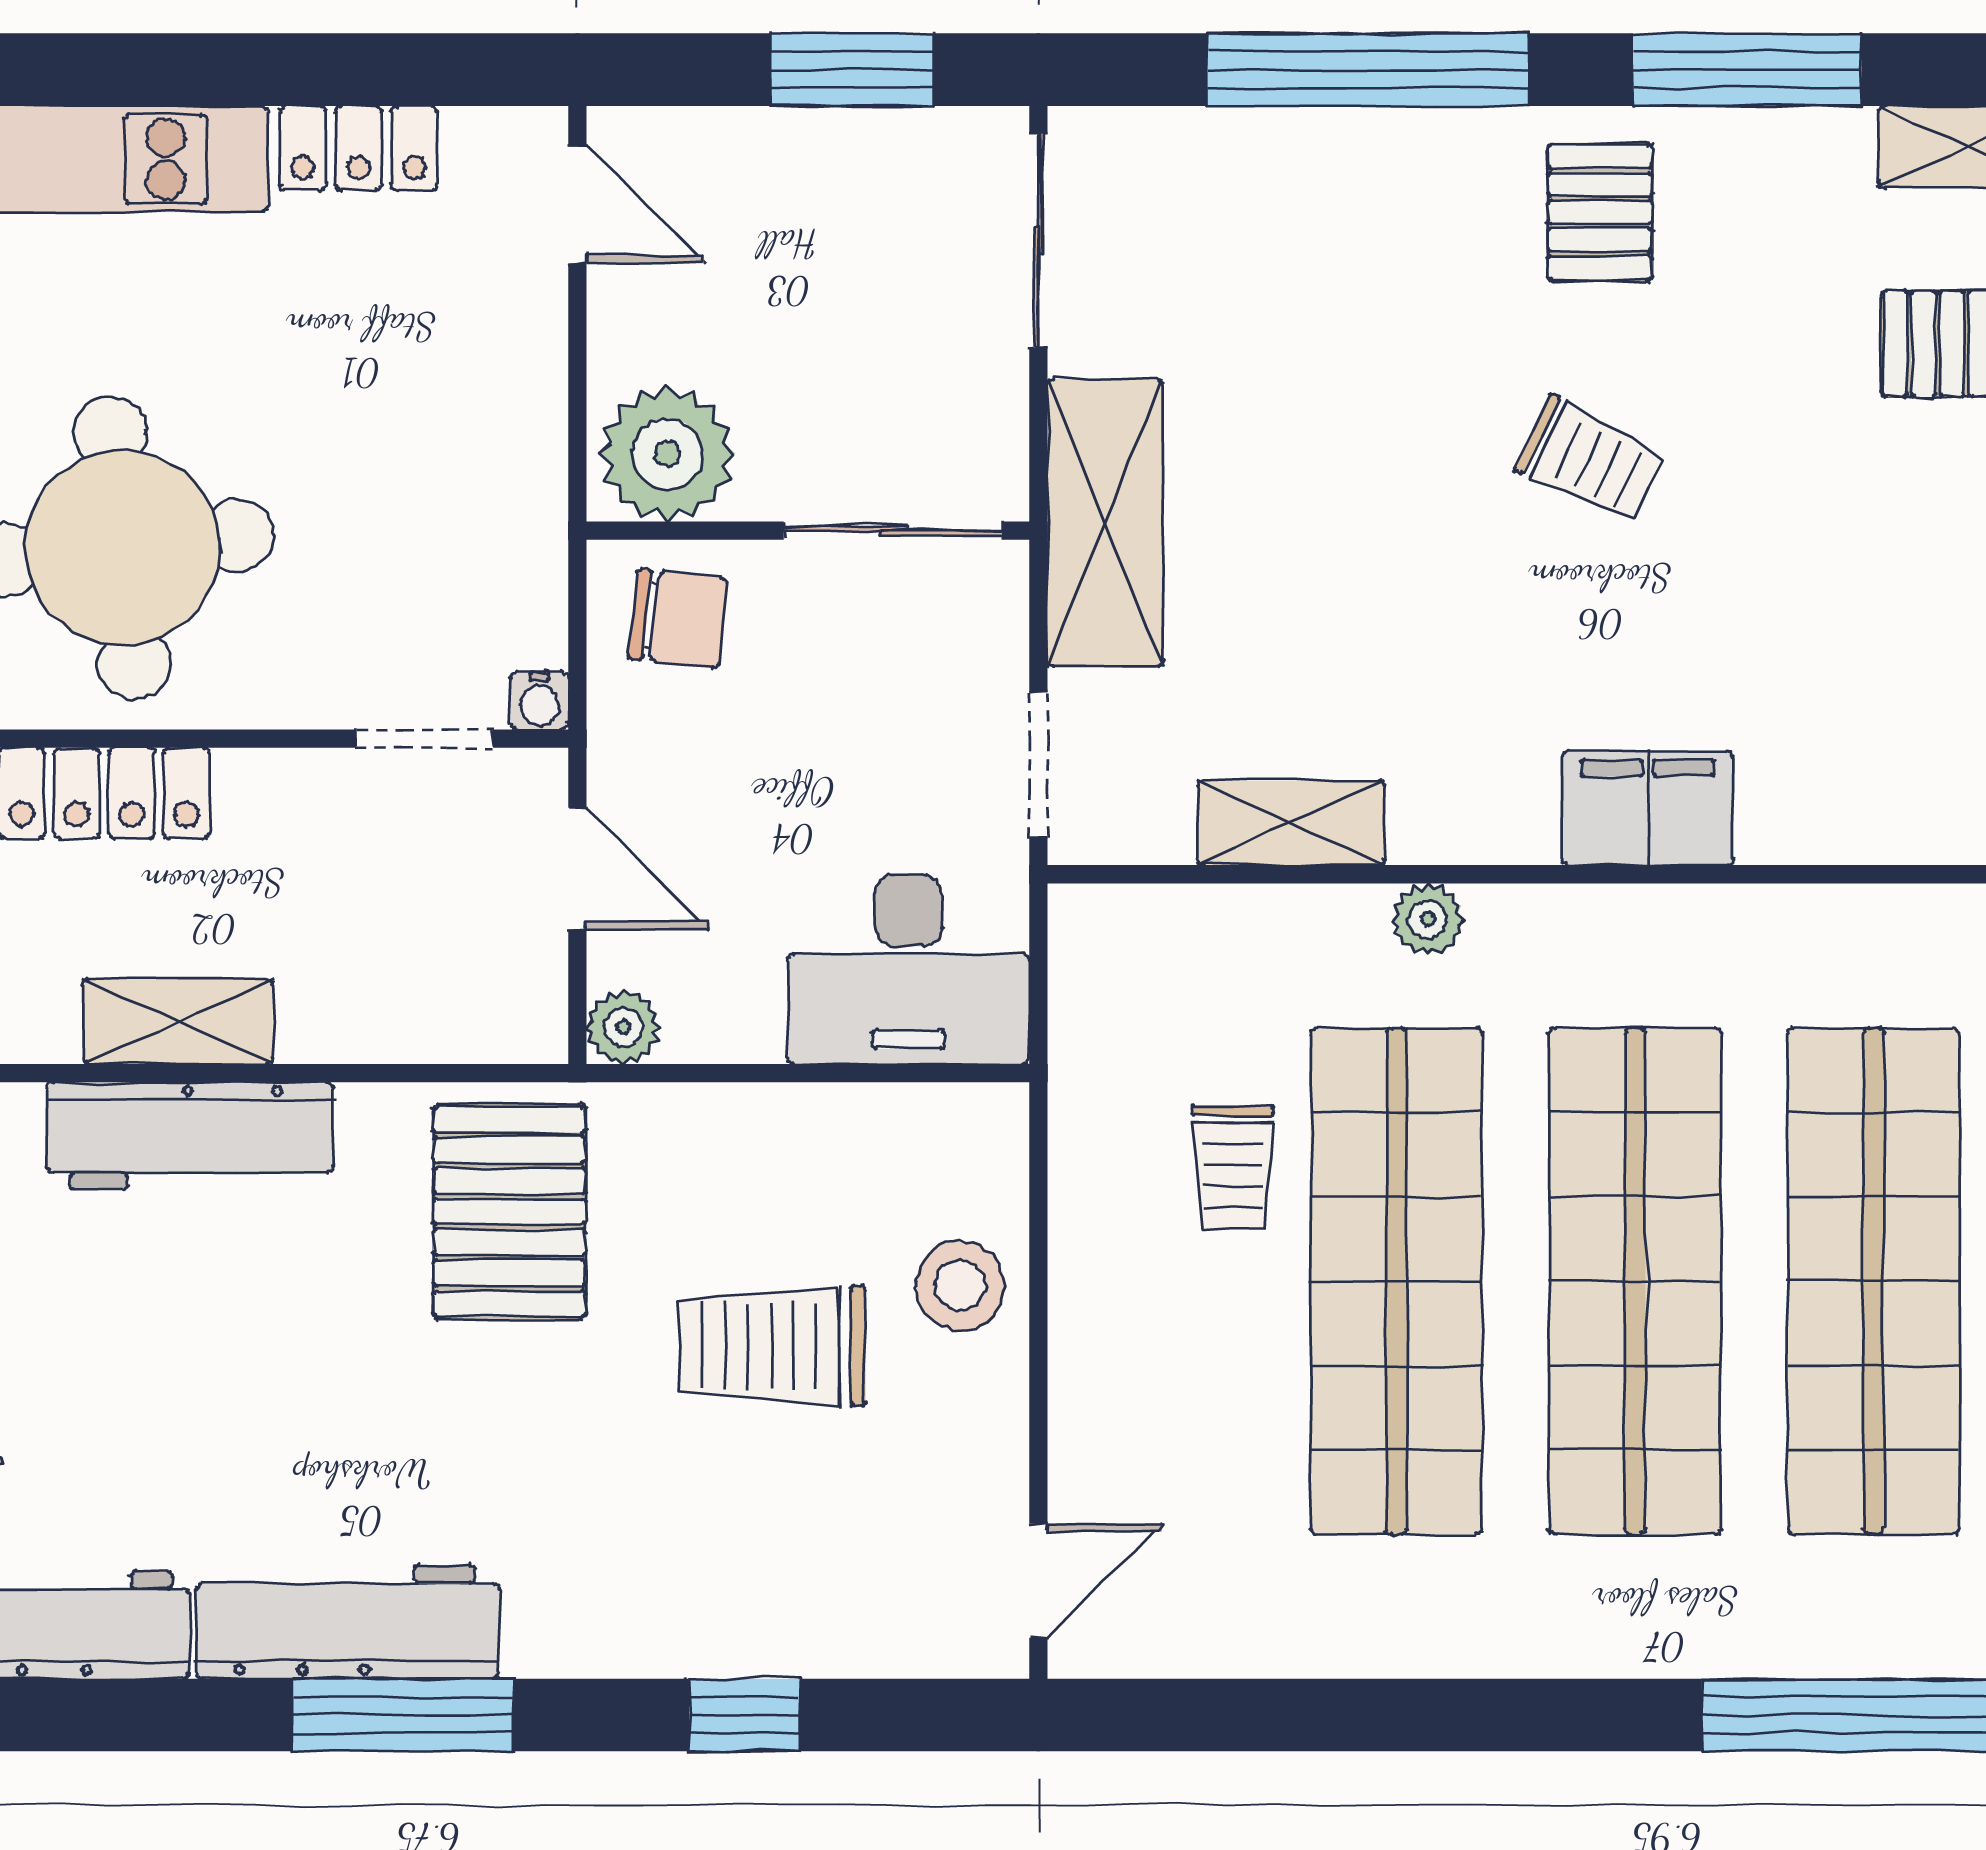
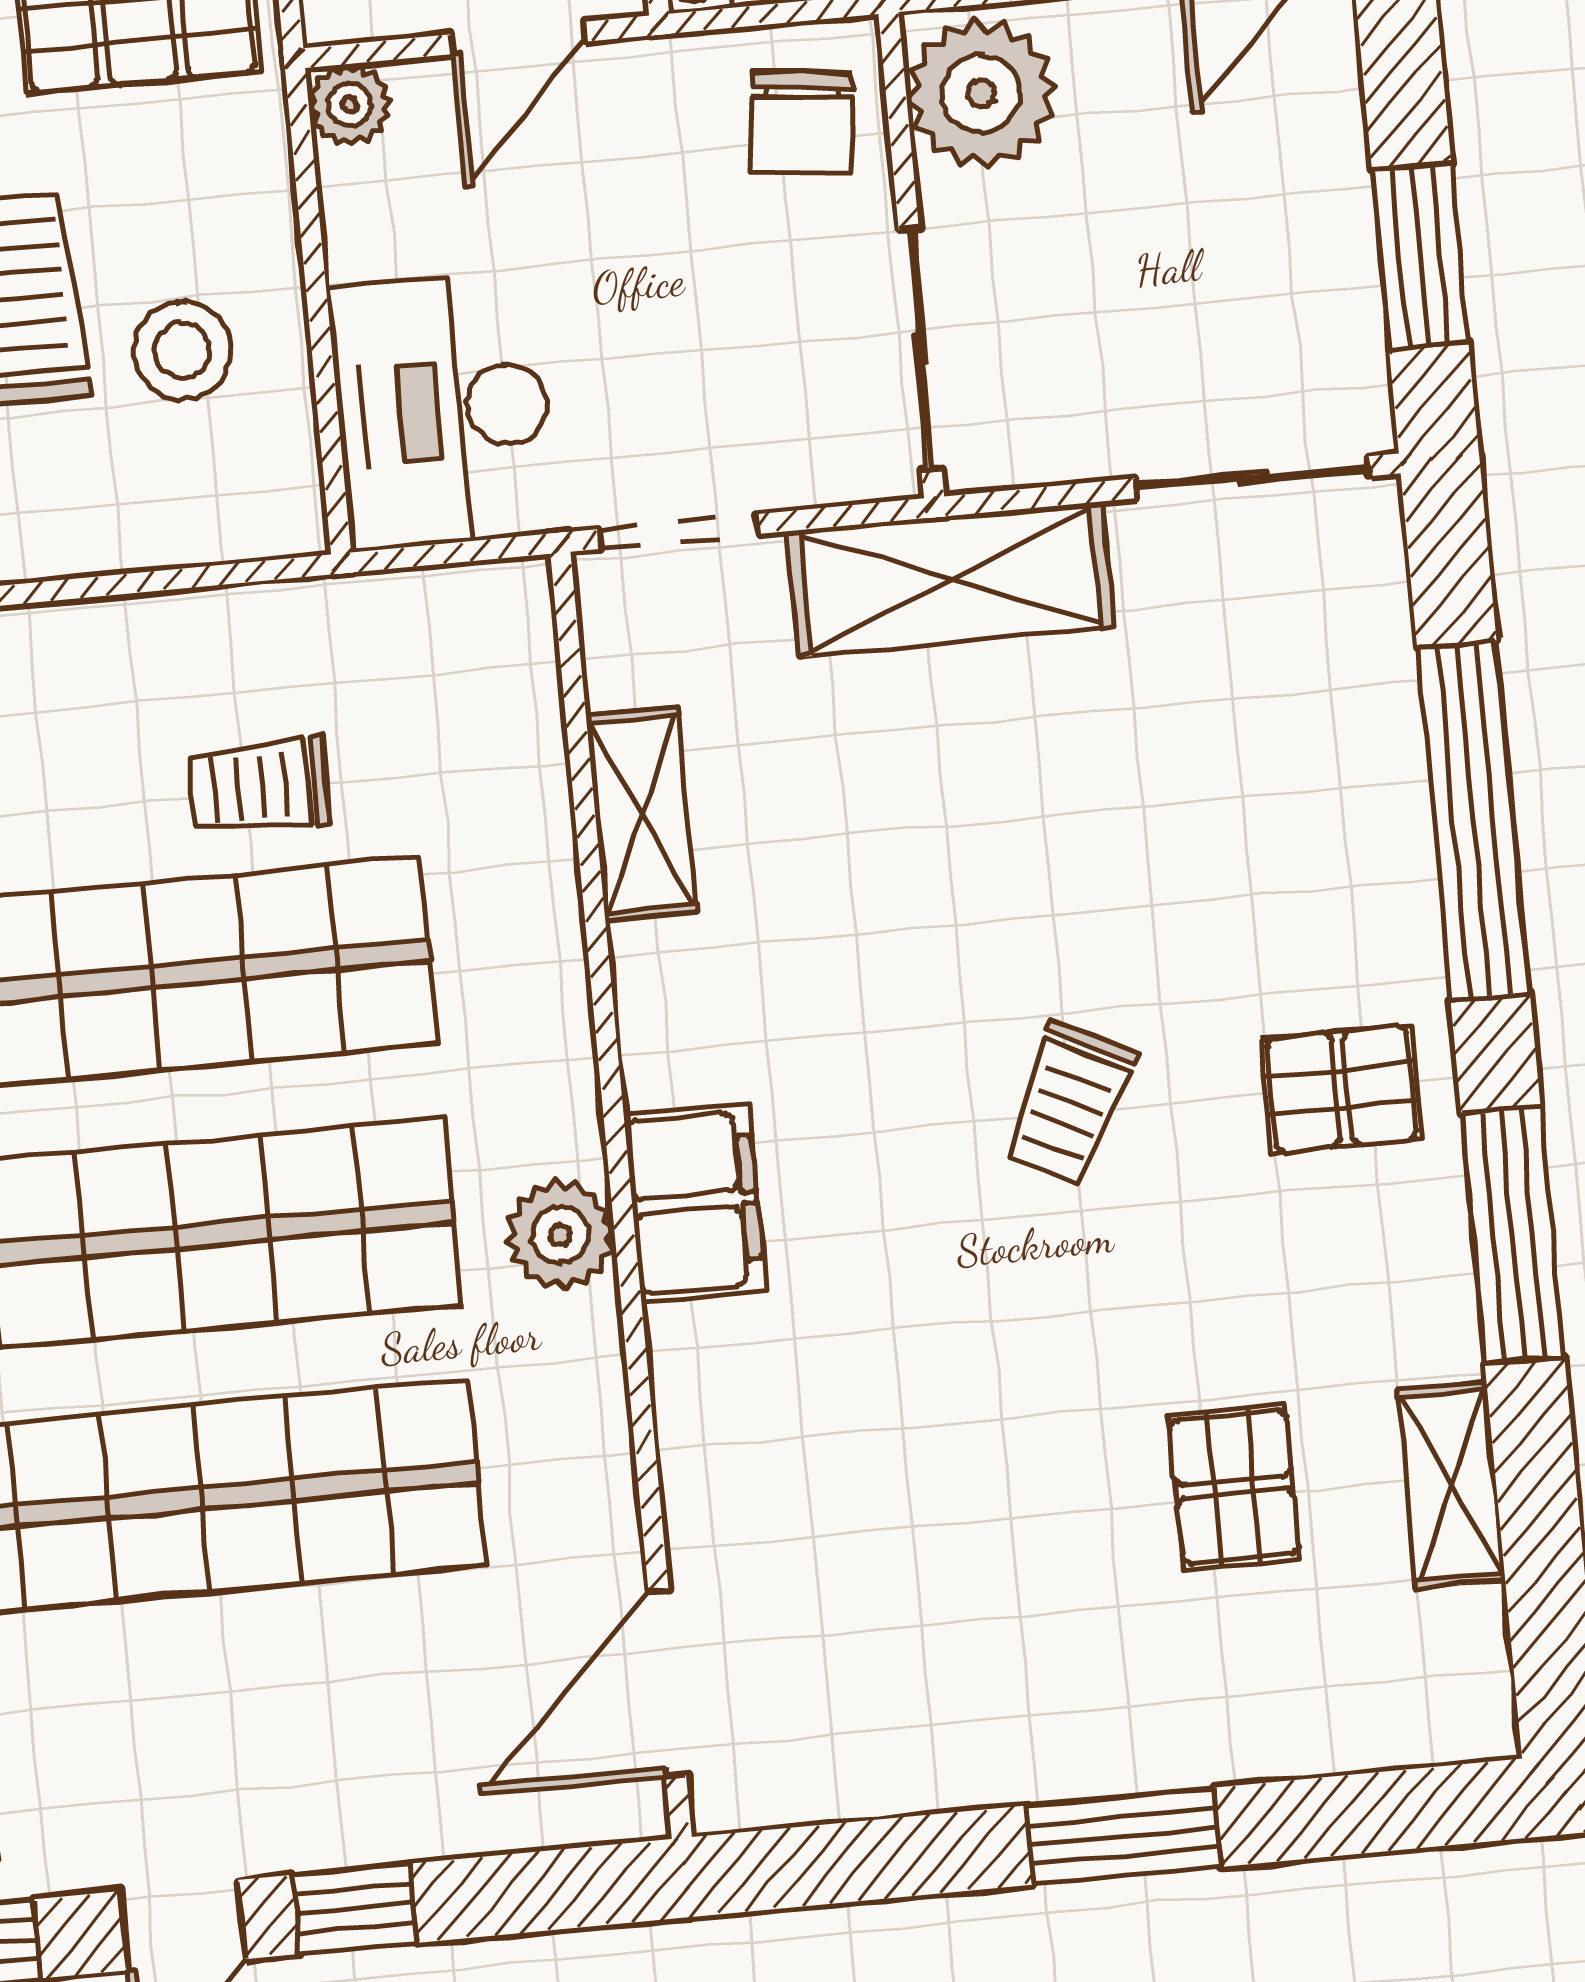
plant: (1428, 919) -> (560, 1235), moved, width x1.38, depth x1.38
stool: (960, 1286) -> (182, 350), moved

